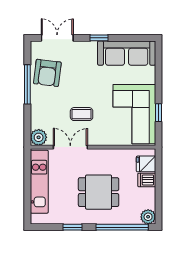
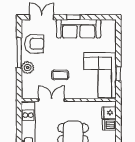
sofa: (127, 53) -> (79, 29), moved
armchair: (47, 73) -> (34, 44), turned -97
plant: (39, 137) -> (28, 68), moved

